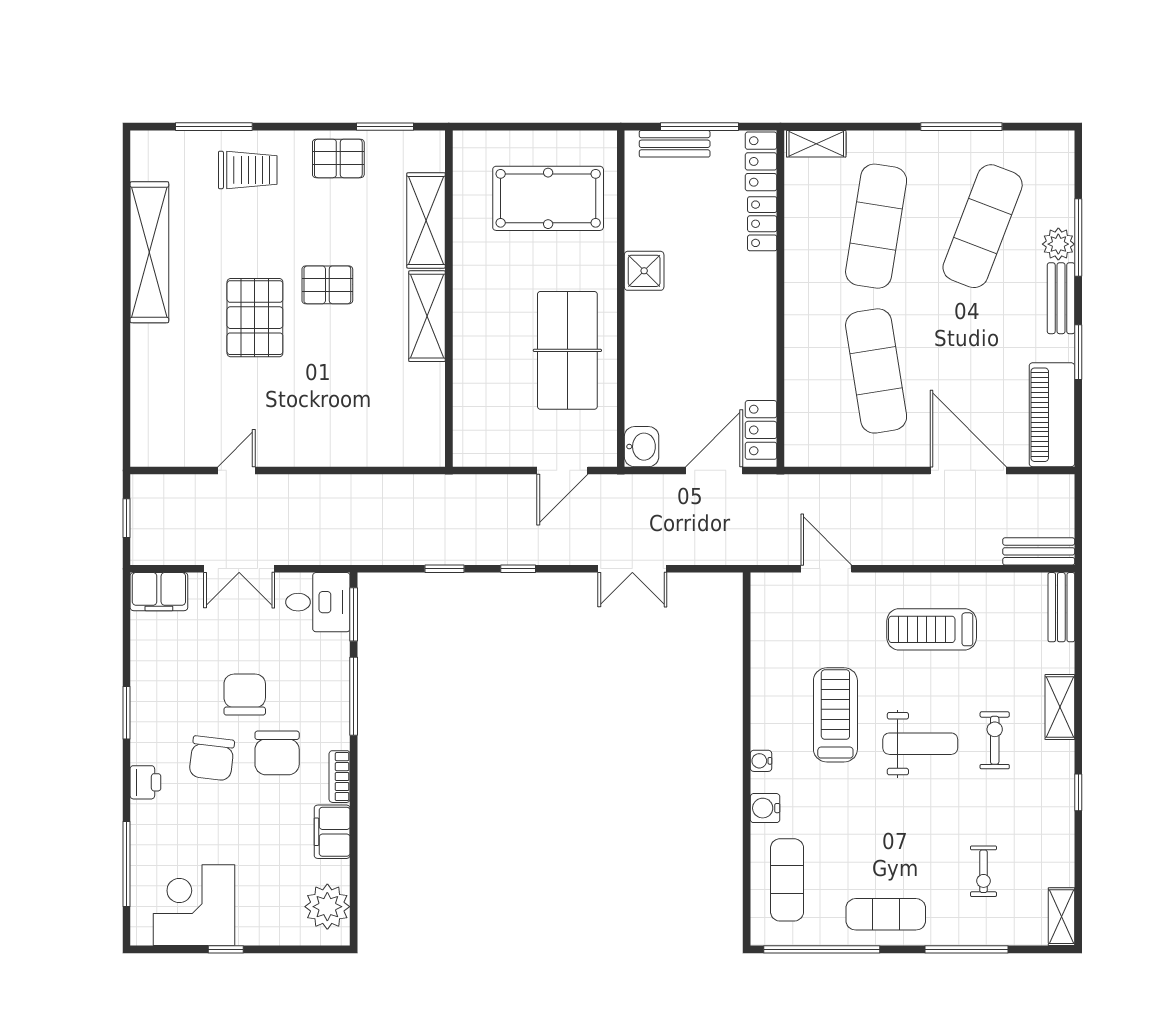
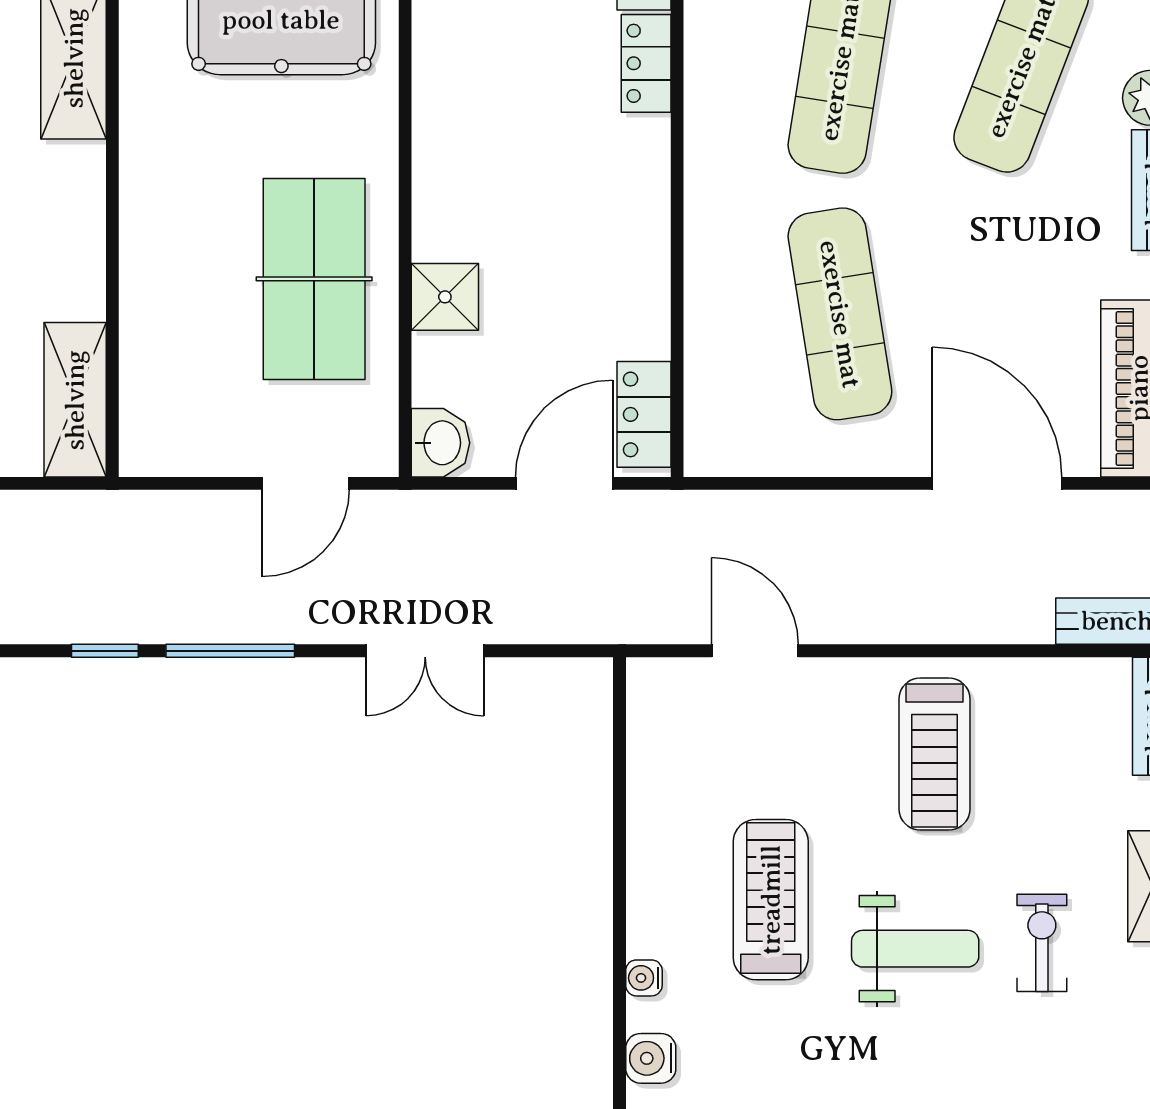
shower: (644, 271) -> (445, 297), moved
shelving: (427, 316) -> (75, 400), moved
window: (518, 569) -> (230, 651), width x2.17
treadmill: (932, 629) -> (934, 754), turned -90

